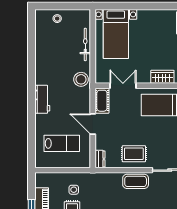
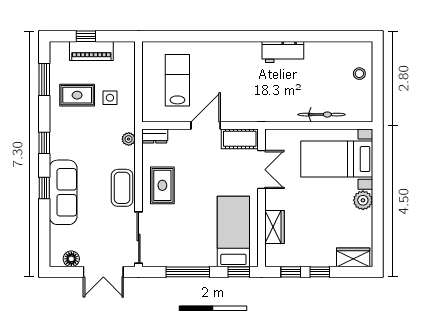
plant: (144, 16) -> (363, 200), added
stool: (81, 79) -> (271, 108), removed
workbench: (42, 99) -> (283, 52), moved
lab bench: (62, 143) -> (177, 80), turned 180
plant: (102, 177) -> (129, 139), added

